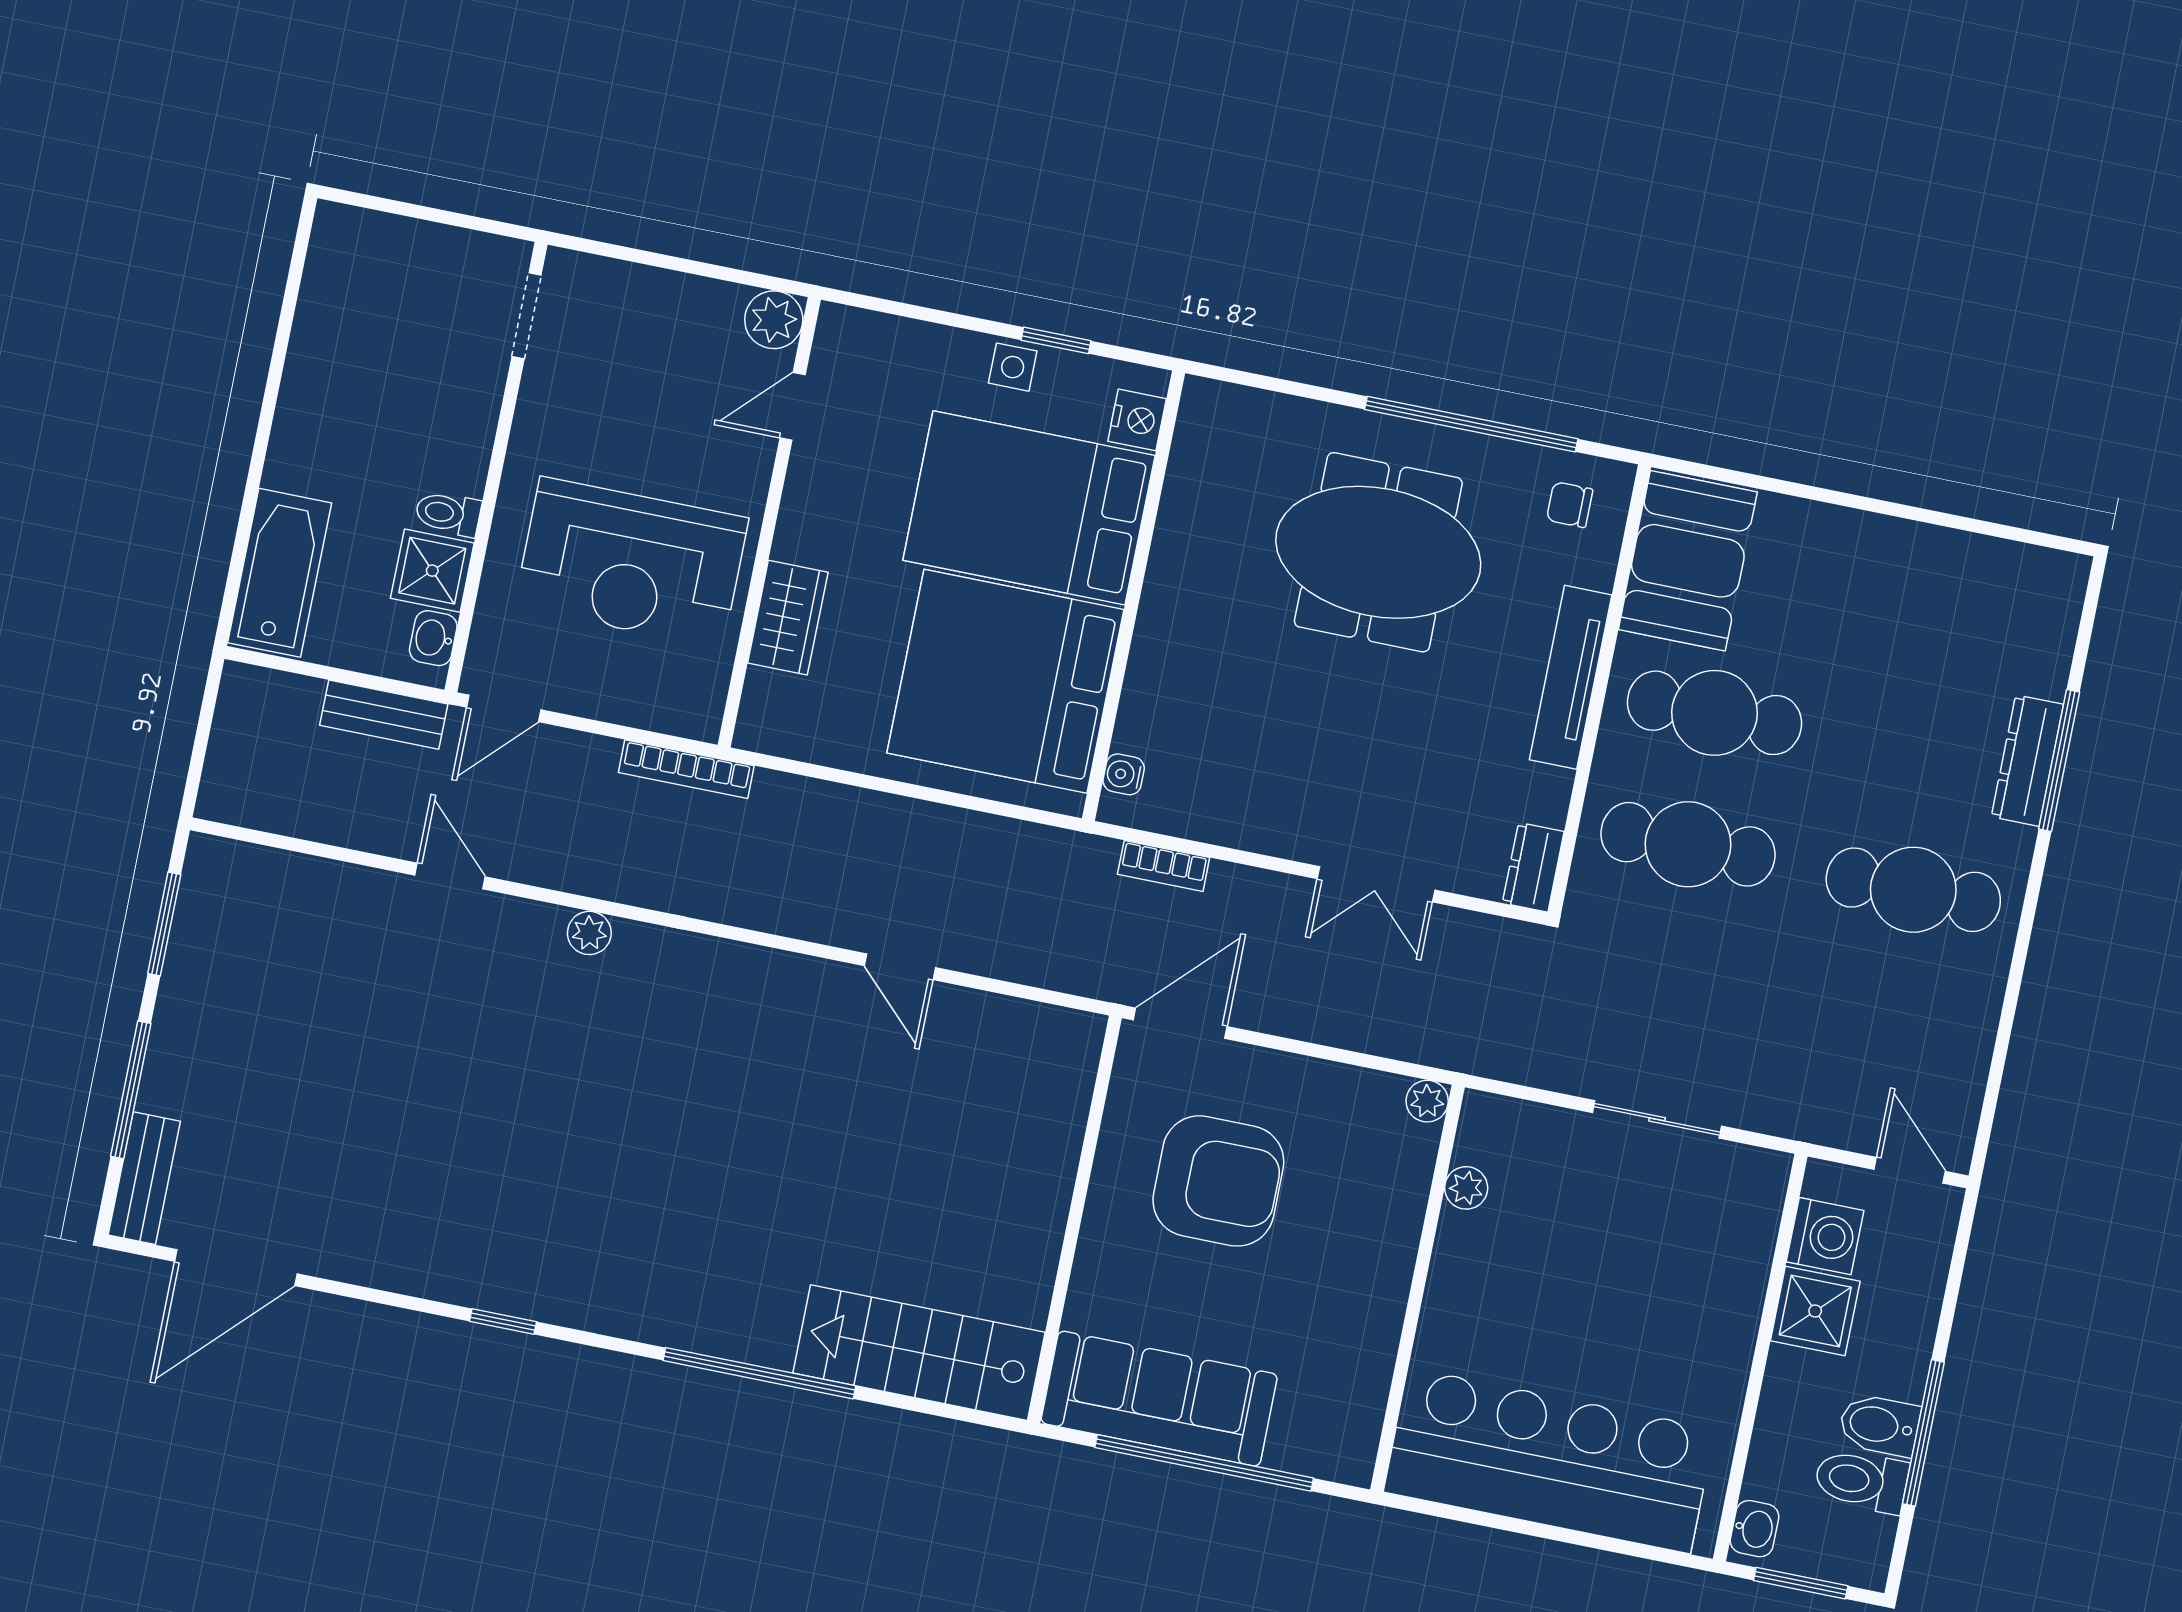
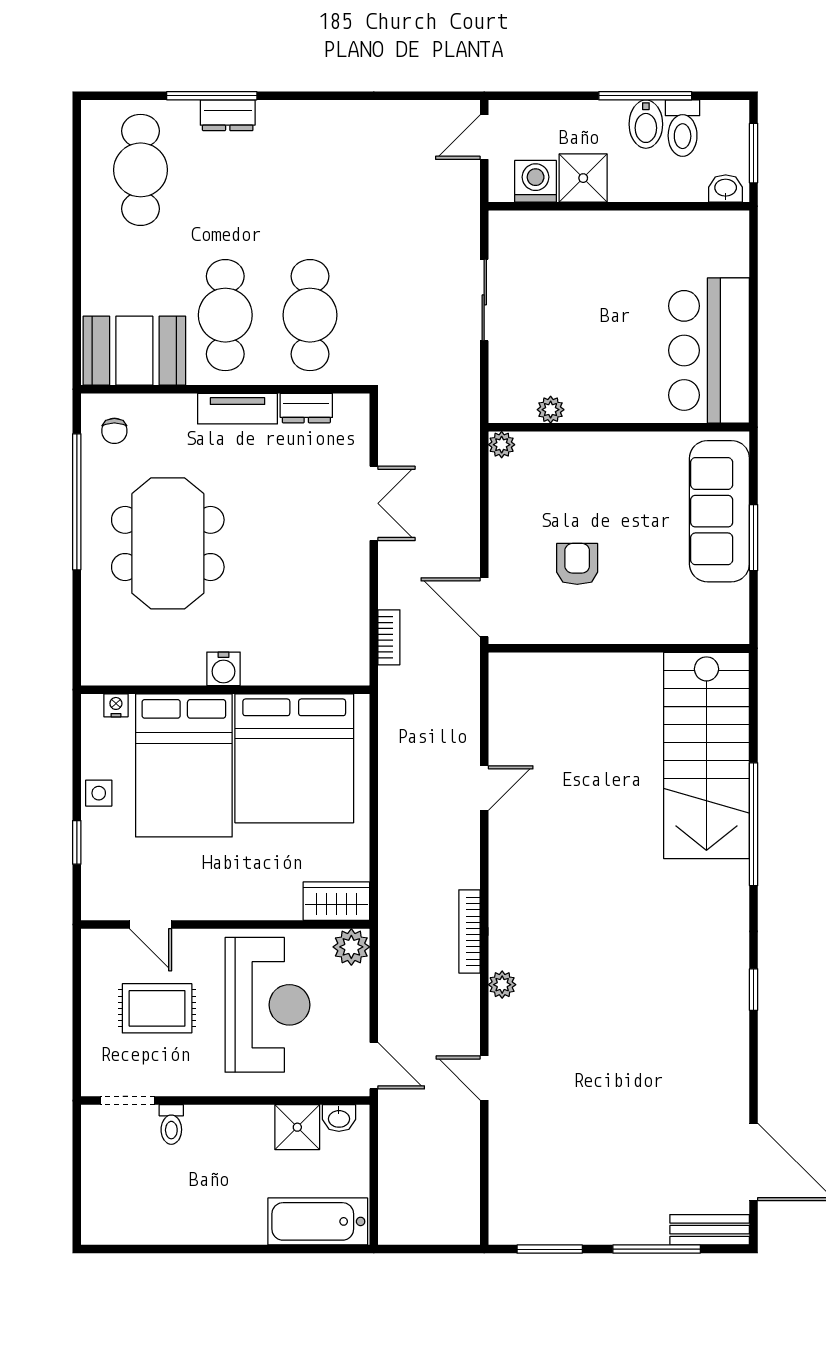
plant: (774, 320) -> (351, 947), moved
window: (1056, 340) -> (77, 842), moved
rug: (660, 390) -> (157, 1008), added
nightstand: (1137, 420) -> (116, 705), width x0.72, depth x0.74
toilet: (448, 514) -> (171, 1125), moved
wardrobe: (788, 618) -> (336, 901), moved
tv unit: (1571, 677) -> (237, 409), width x0.71
bench: (384, 715) -> (393, 1139), removed
dresser: (2027, 761) -> (228, 115), width x0.70
bookcase: (686, 769) -> (469, 931), moved, turned 180
water cooler: (1124, 774) -> (223, 669), moved, width x1.38, depth x1.38
dresser: (1533, 867) -> (306, 408), moved
door: (450, 876) -> (484, 1078), hinge flipped
cafe table: (1913, 890) -> (141, 170), moved
armchair: (1218, 1181) -> (577, 564), width x0.53, depth x0.53
stairs: (919, 1353) -> (706, 755), width x1.36, depth x1.51
sofa: (1159, 1399) -> (719, 511), moved
bar counter: (1549, 1461) -> (709, 350), width x0.73
window: (1204, 1463) -> (754, 538), width x0.47

